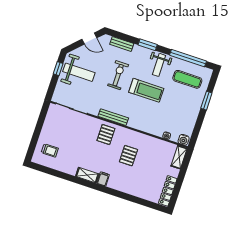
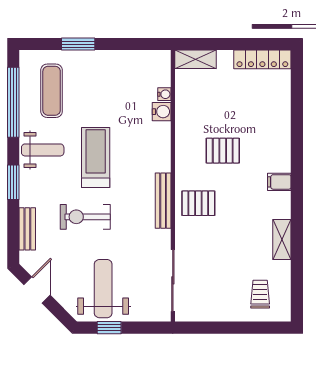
water cooler: (184, 140) -> (162, 112), moved
shelving: (87, 175) -> (282, 239), moved

